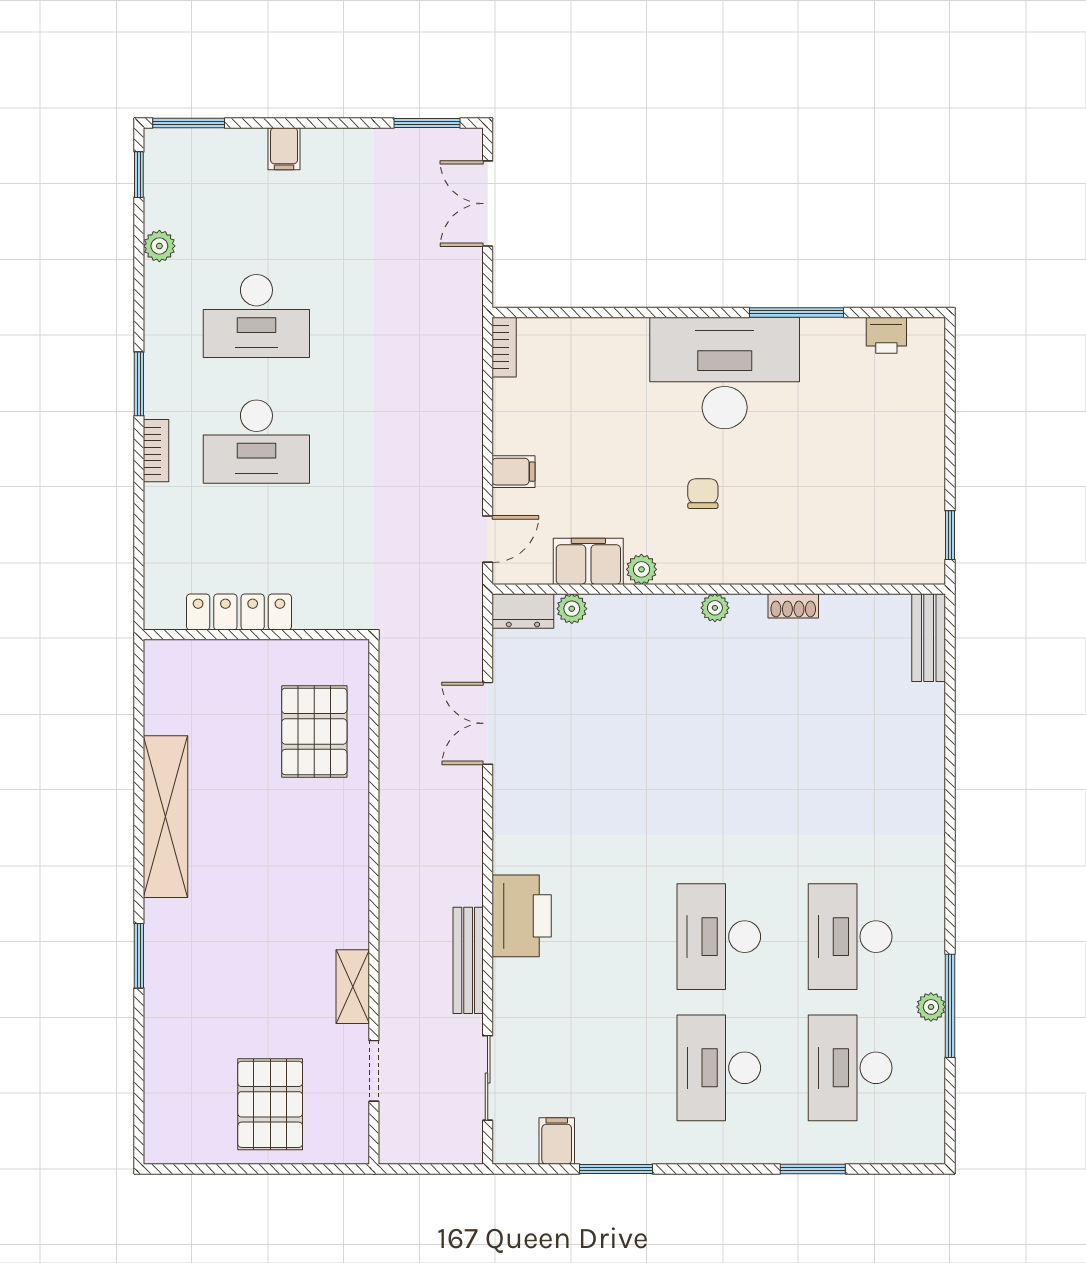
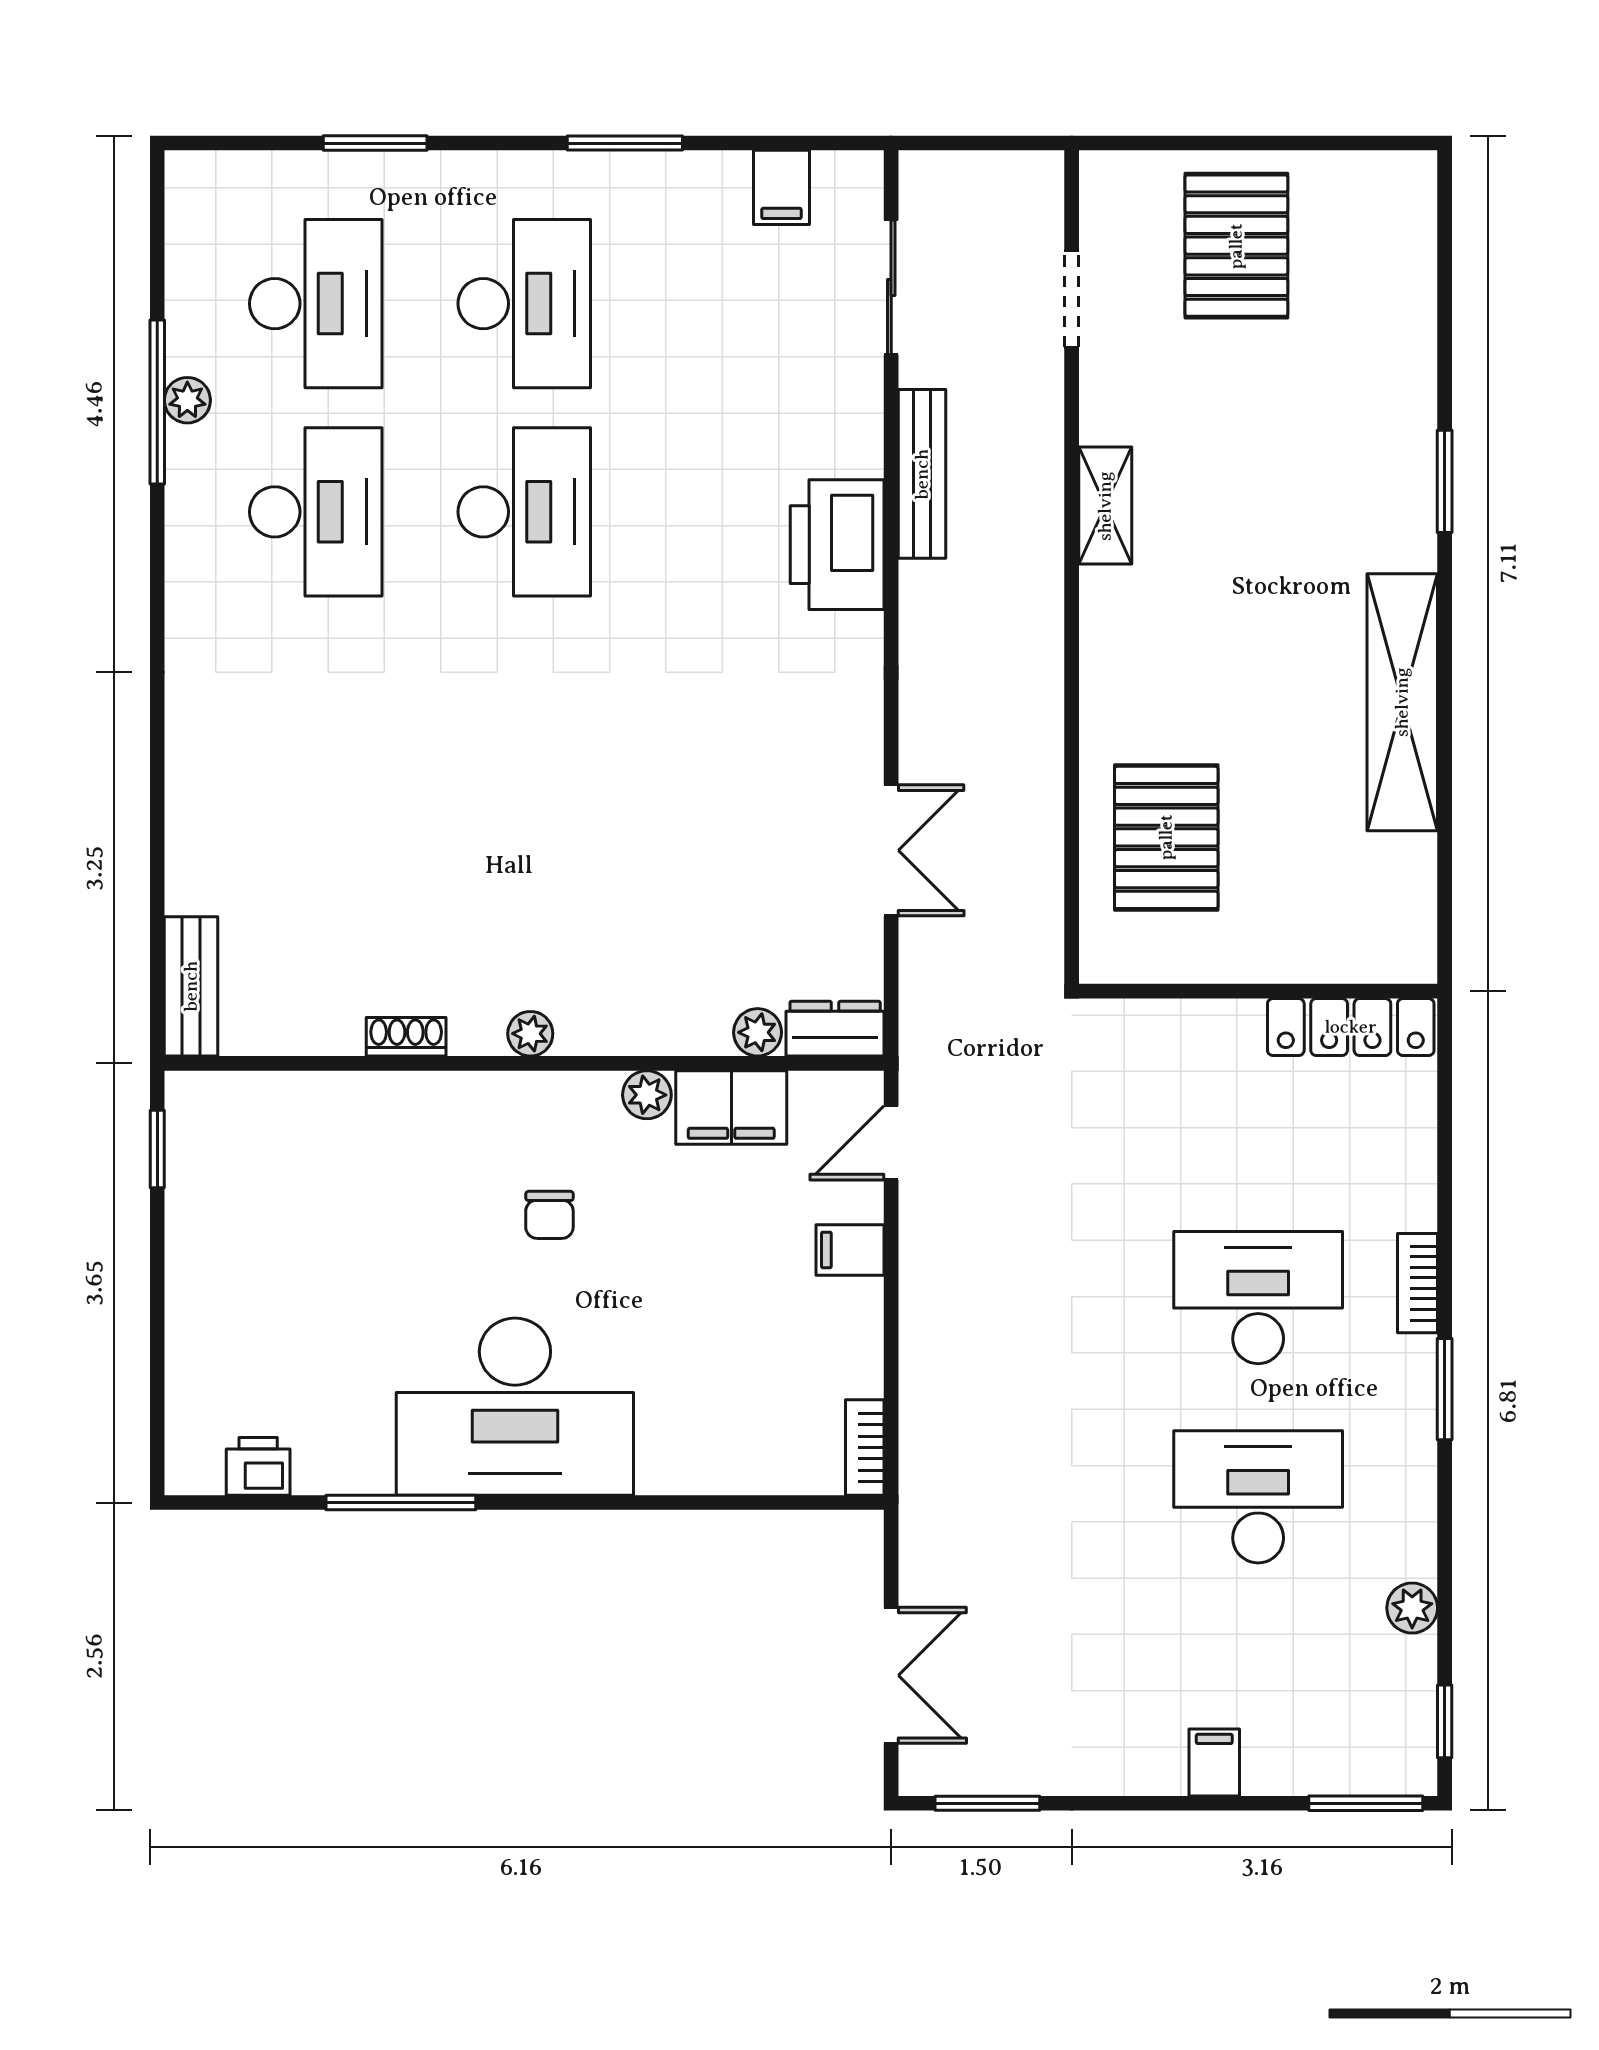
locker: (239, 612) -> (1351, 1027), moved
shelving: (353, 987) -> (1105, 506), moved
window: (616, 1169) -> (625, 143), moved

